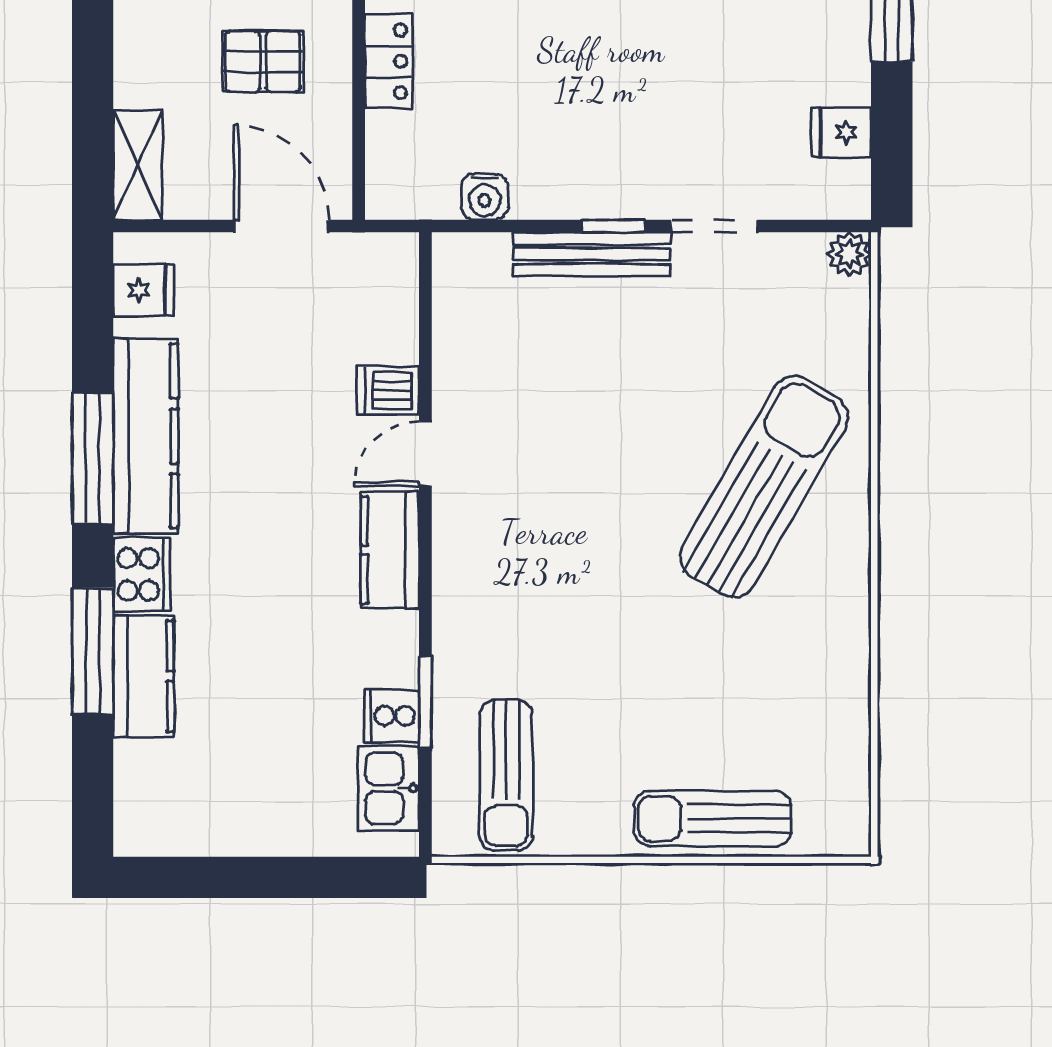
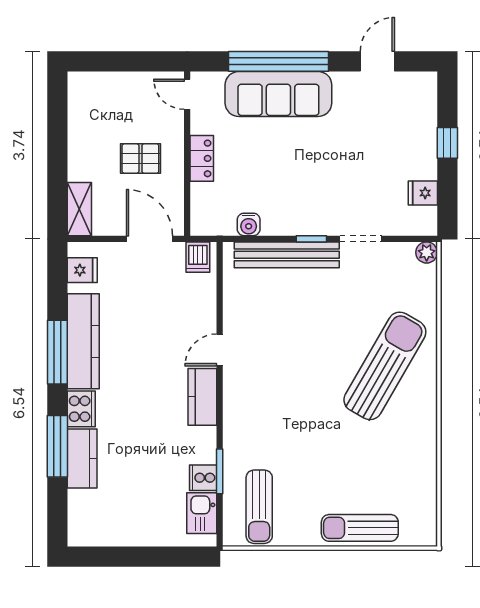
bench: (592, 254) -> (287, 255), width x1.37, depth x1.21
dishwasher: (388, 391) -> (198, 257), moved, turned -90

